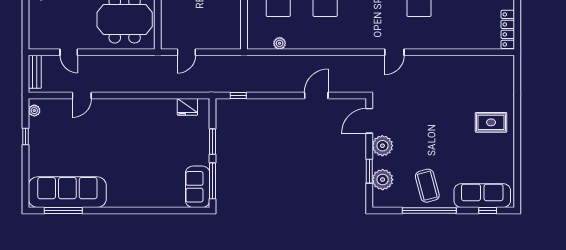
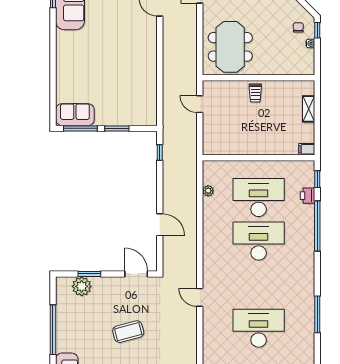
fridge: (187, 107) -> (149, 105), removed
plant: (382, 146) -> (113, 286), removed
coffee table: (427, 186) -> (128, 332), moved

